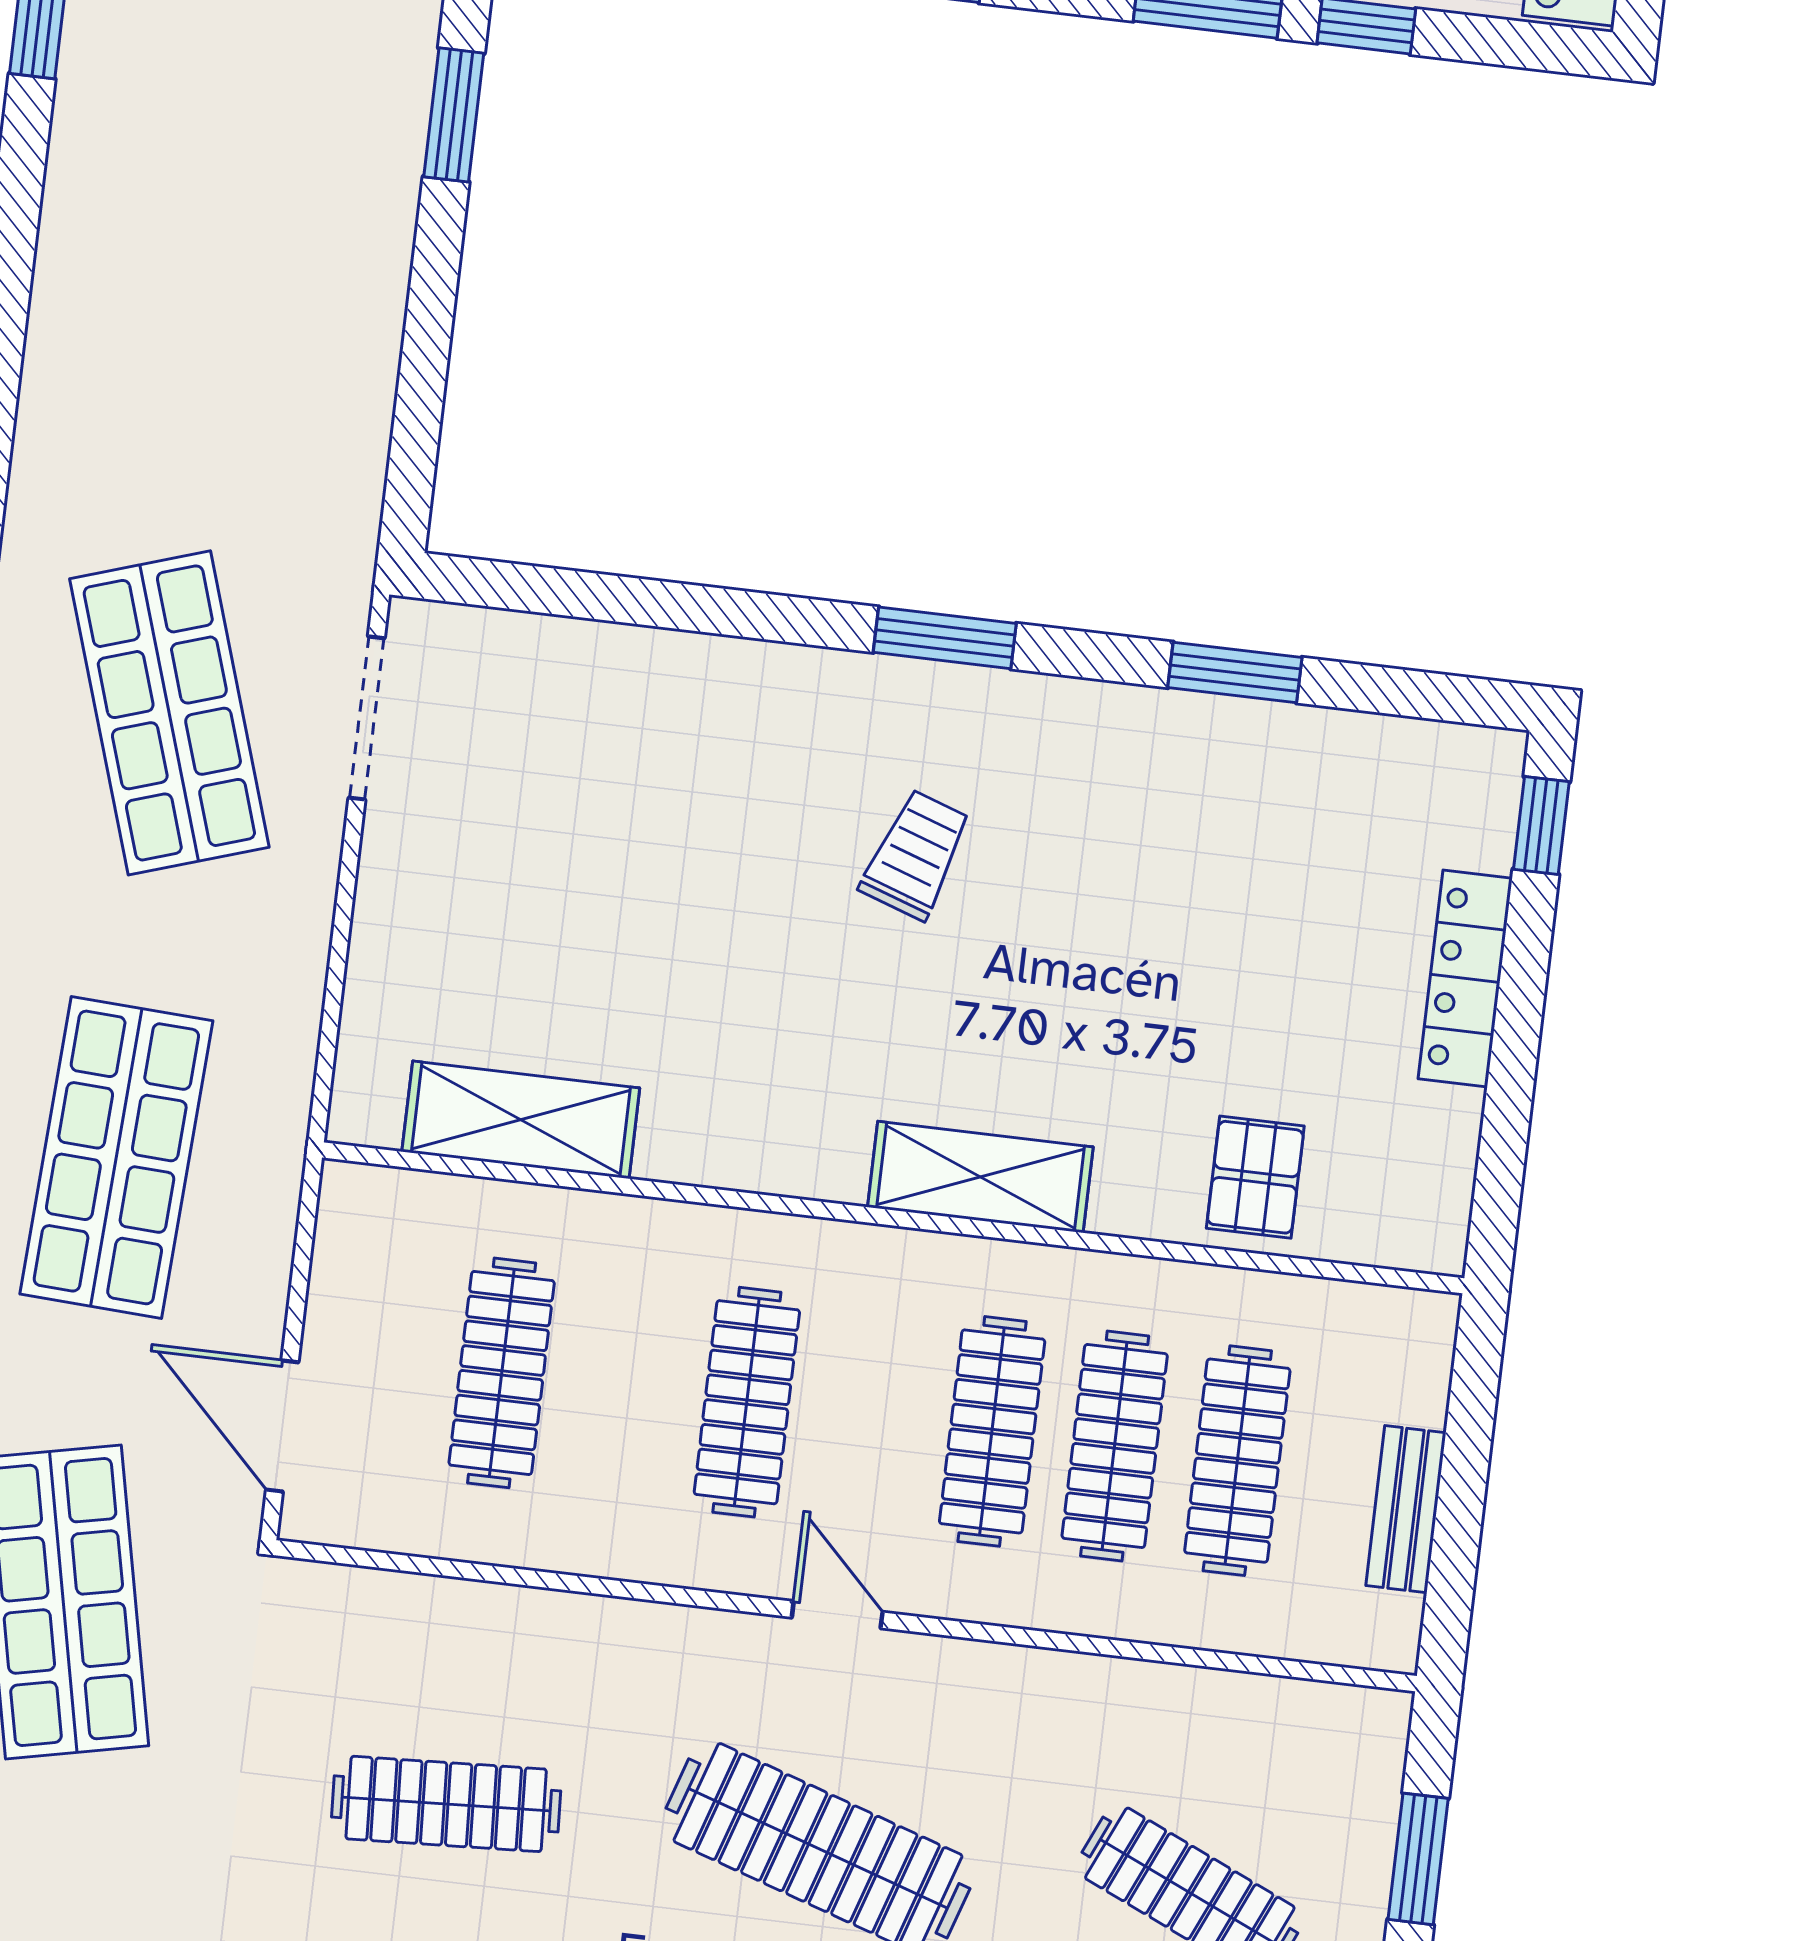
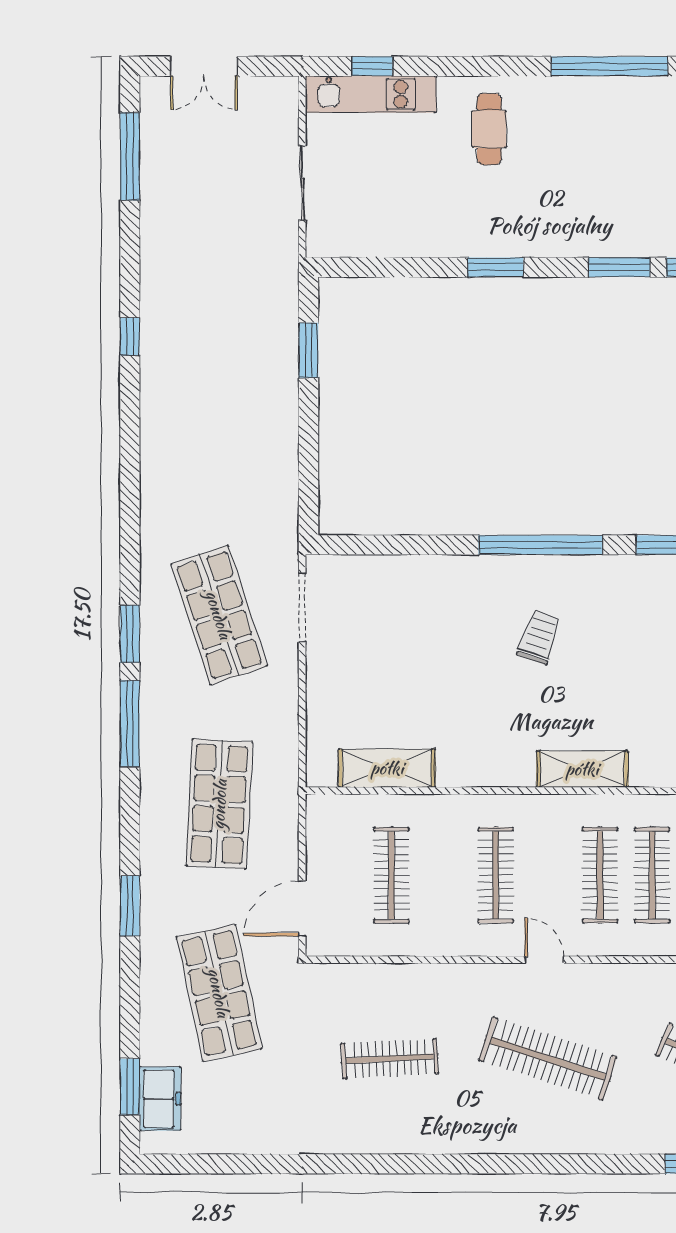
window: (945, 638) -> (540, 545), width x2.11
door: (282, 1426) -> (302, 908), hinge flipped

